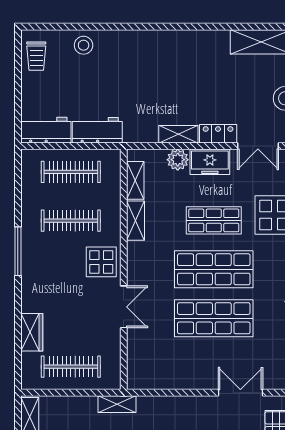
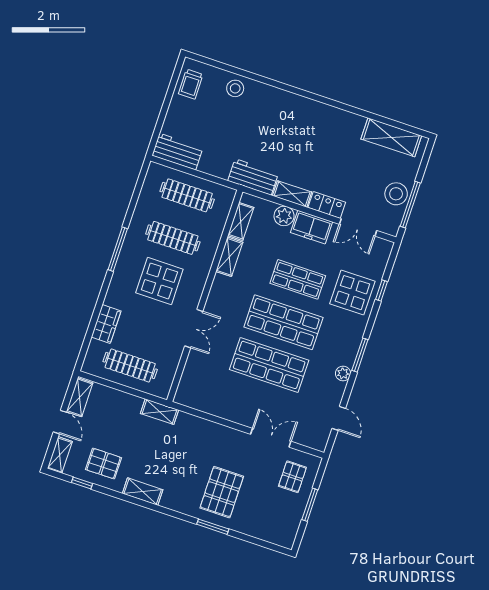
workbench: (97, 130) -> (253, 177), moved
display table: (101, 262) -> (159, 281), moved, width x1.36, depth x1.36

